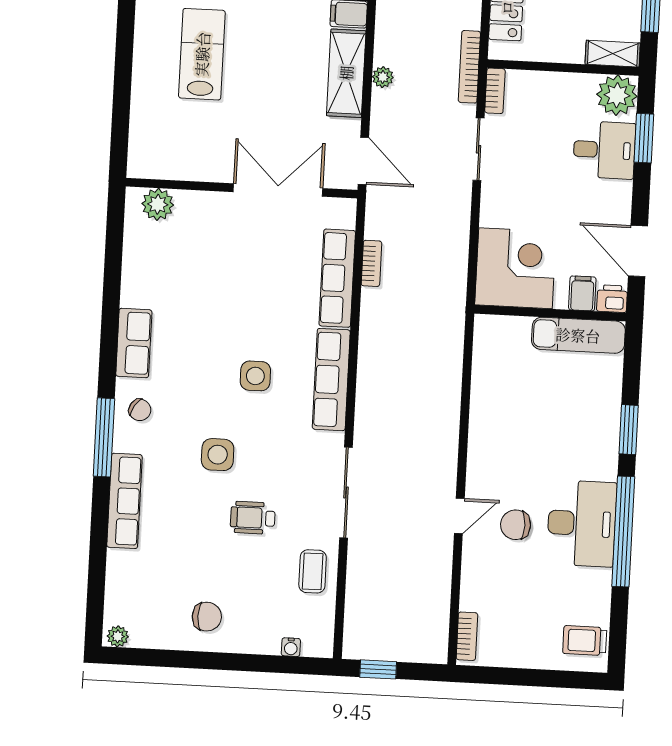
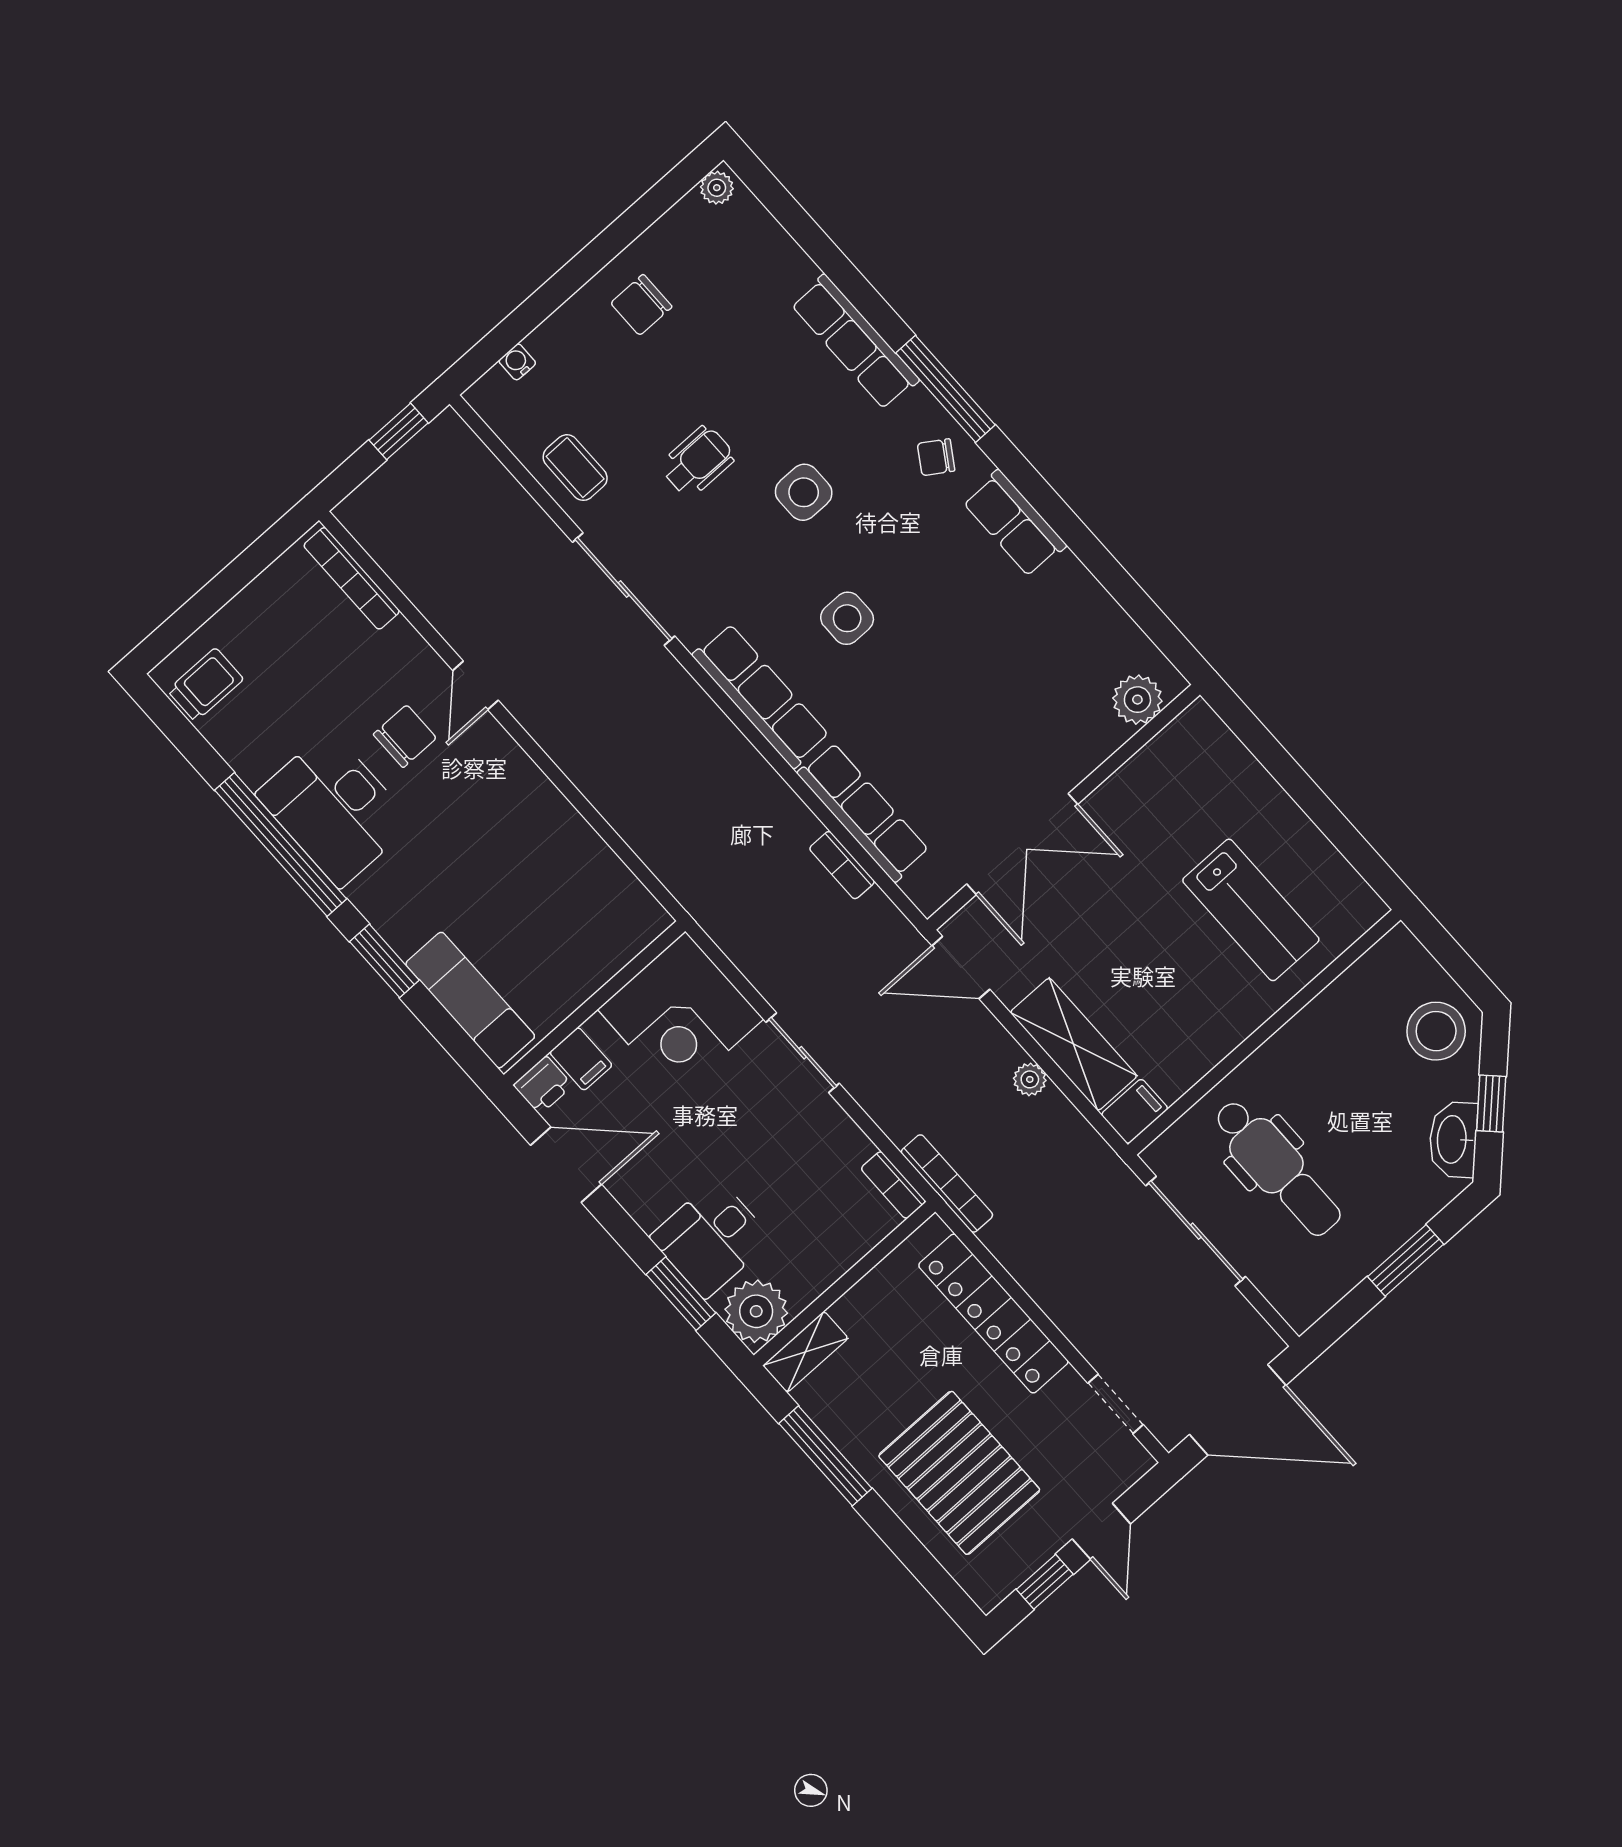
sliding door: (479, 149) -> (803, 1053), moved
exam couch: (578, 335) -> (470, 1000), moved, turned 90
bookcase: (467, 636) -> (352, 578), width x1.56

